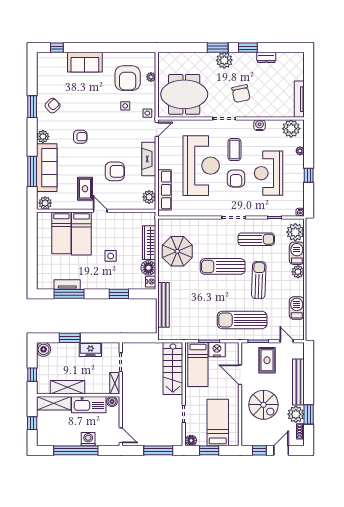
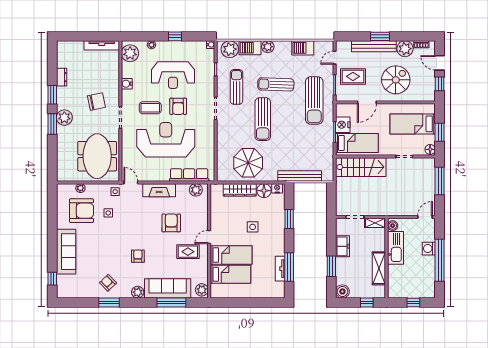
sofa: (85, 62) -> (66, 252), width x1.36
armchair: (236, 179) -> (178, 106), turned 90
shelving: (54, 403) -> (394, 282), removed
window: (309, 414) -> (380, 36), moved

